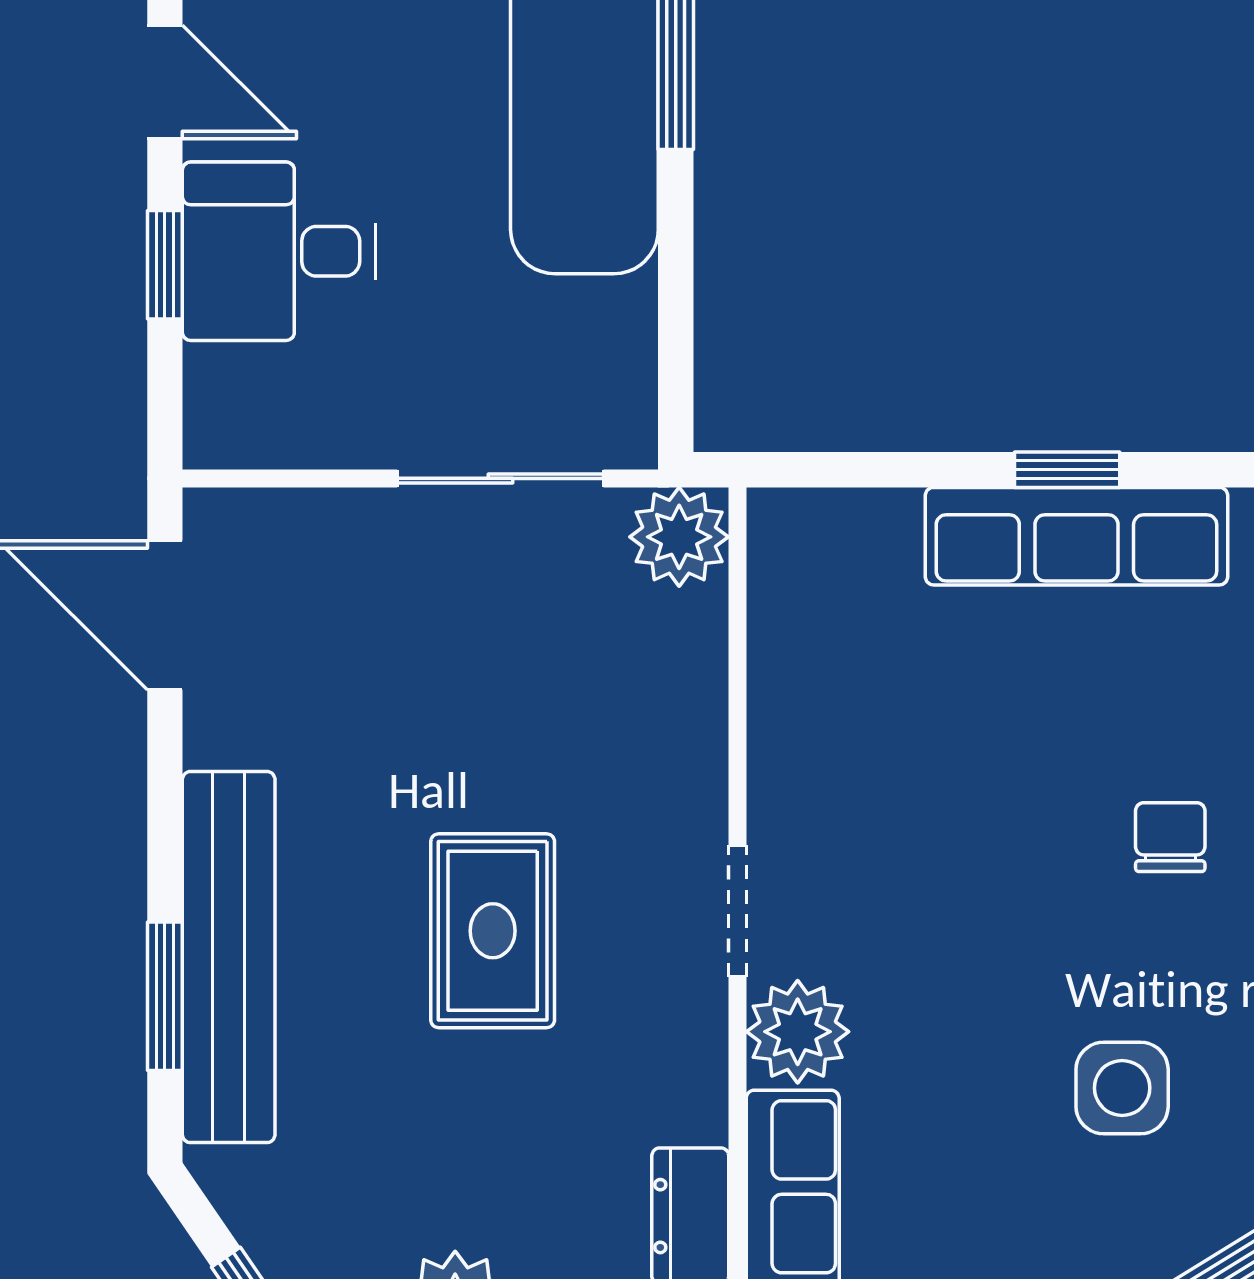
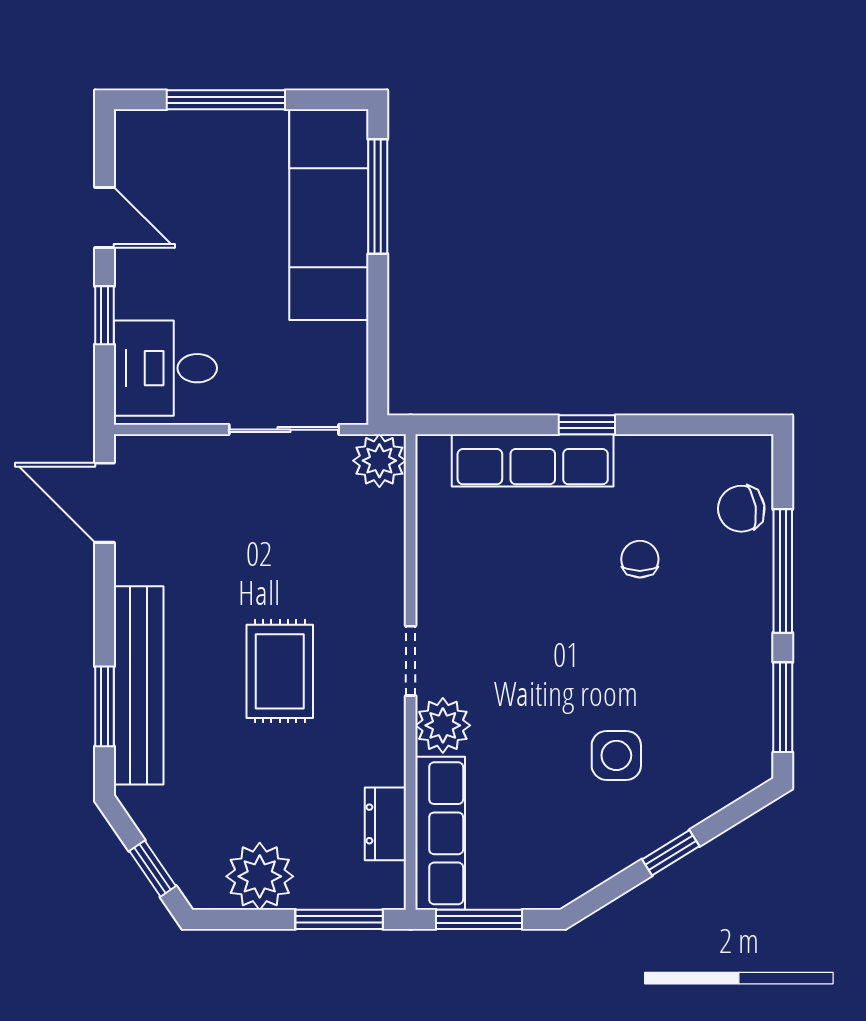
desk: (279, 251) -> (165, 368), moved
row of seats: (1076, 536) -> (533, 460), moved
chair: (1170, 837) -> (640, 559), moved

